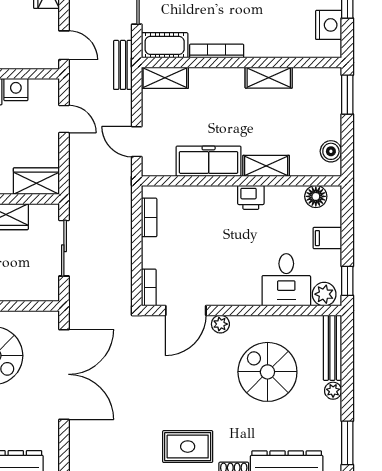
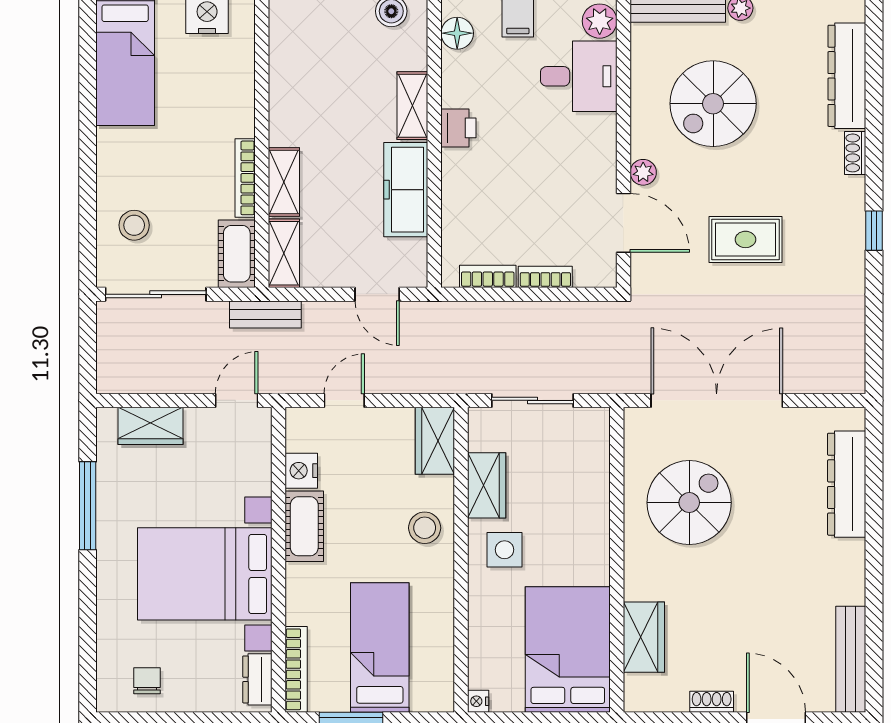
shelving: (269, 78) -> (284, 182), moved
door: (137, 142) -> (377, 294), hinge flipped
bookcase: (149, 288) -> (545, 277), moved
rug: (188, 447) -> (745, 239), moved, turned 90

